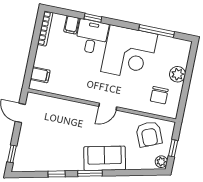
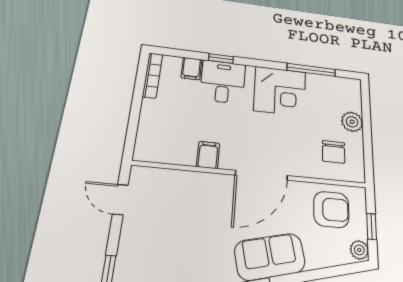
corner desk: (129, 53) -> (280, 91), width x0.74, depth x0.74
filing cabinet: (40, 75) -> (208, 155), moved, turned -90
door: (108, 107) -> (261, 175), width x1.88
armchair: (149, 134) -> (331, 209), turned -67

